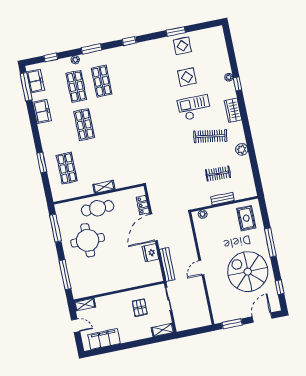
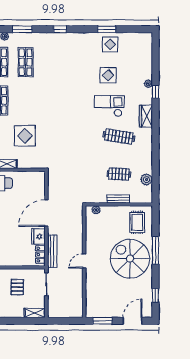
plant: (242, 149) -> (146, 180), moved
display table: (116, 155) -> (25, 136), added
locker: (143, 205) -> (40, 255), moved
spiral stairs: (248, 272) -> (130, 259), moved

